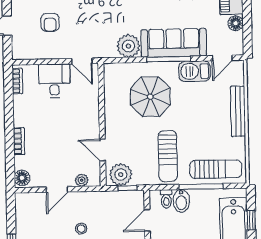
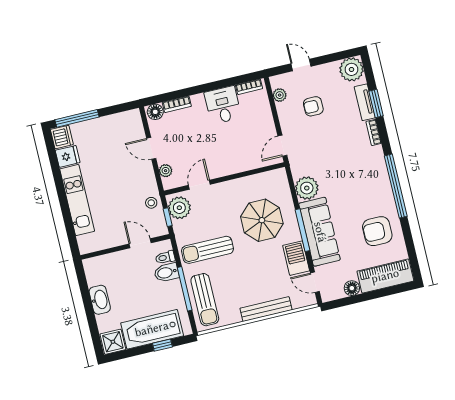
plant: (32, 53) -> (280, 95), added
desk: (54, 81) -> (223, 105), moved, turned -90
bookcase: (19, 141) -> (177, 104), moved
stool: (81, 229) -> (151, 203), moved

